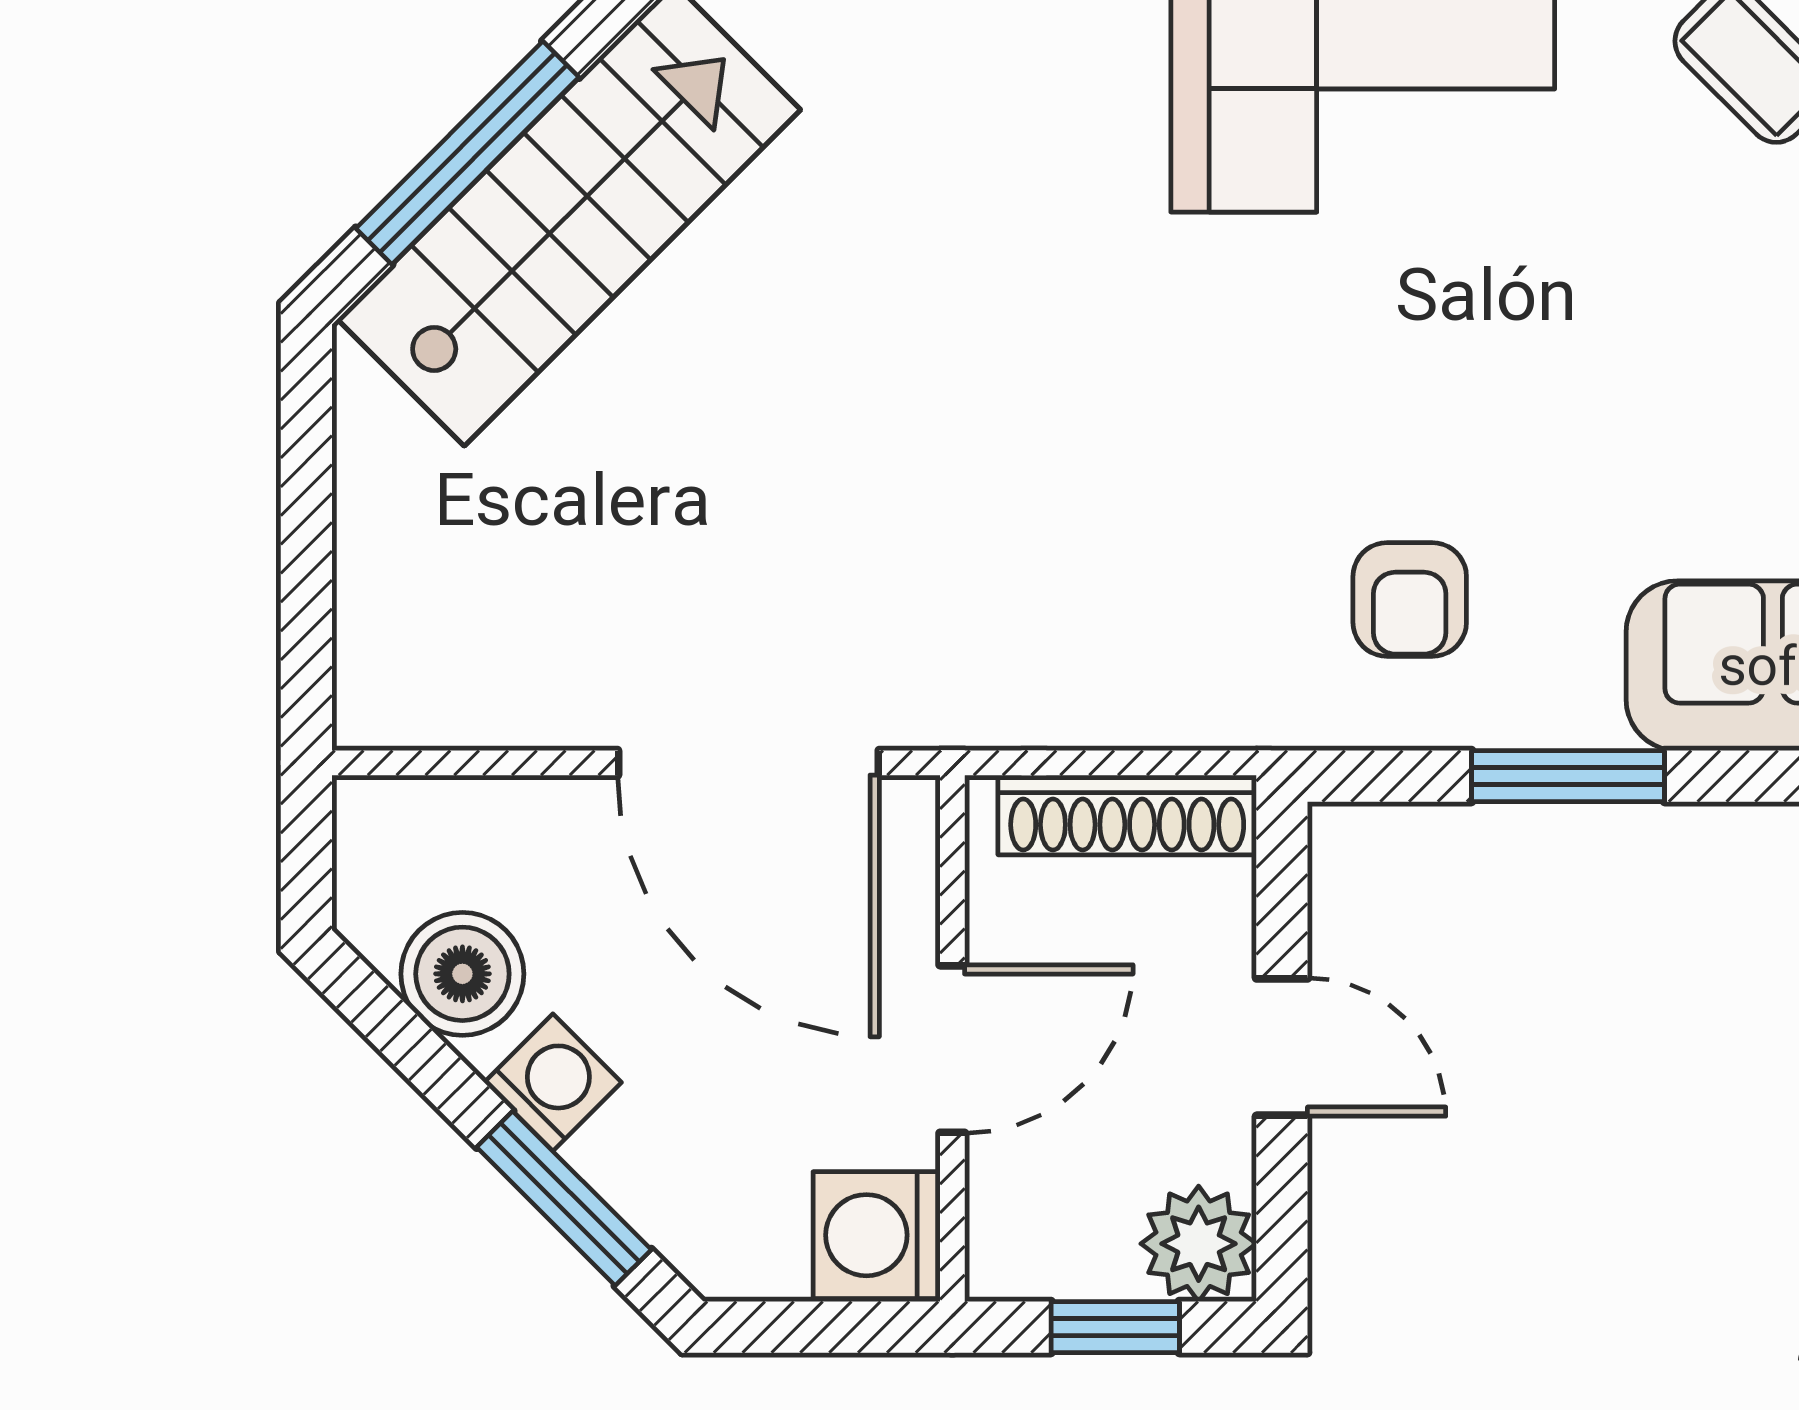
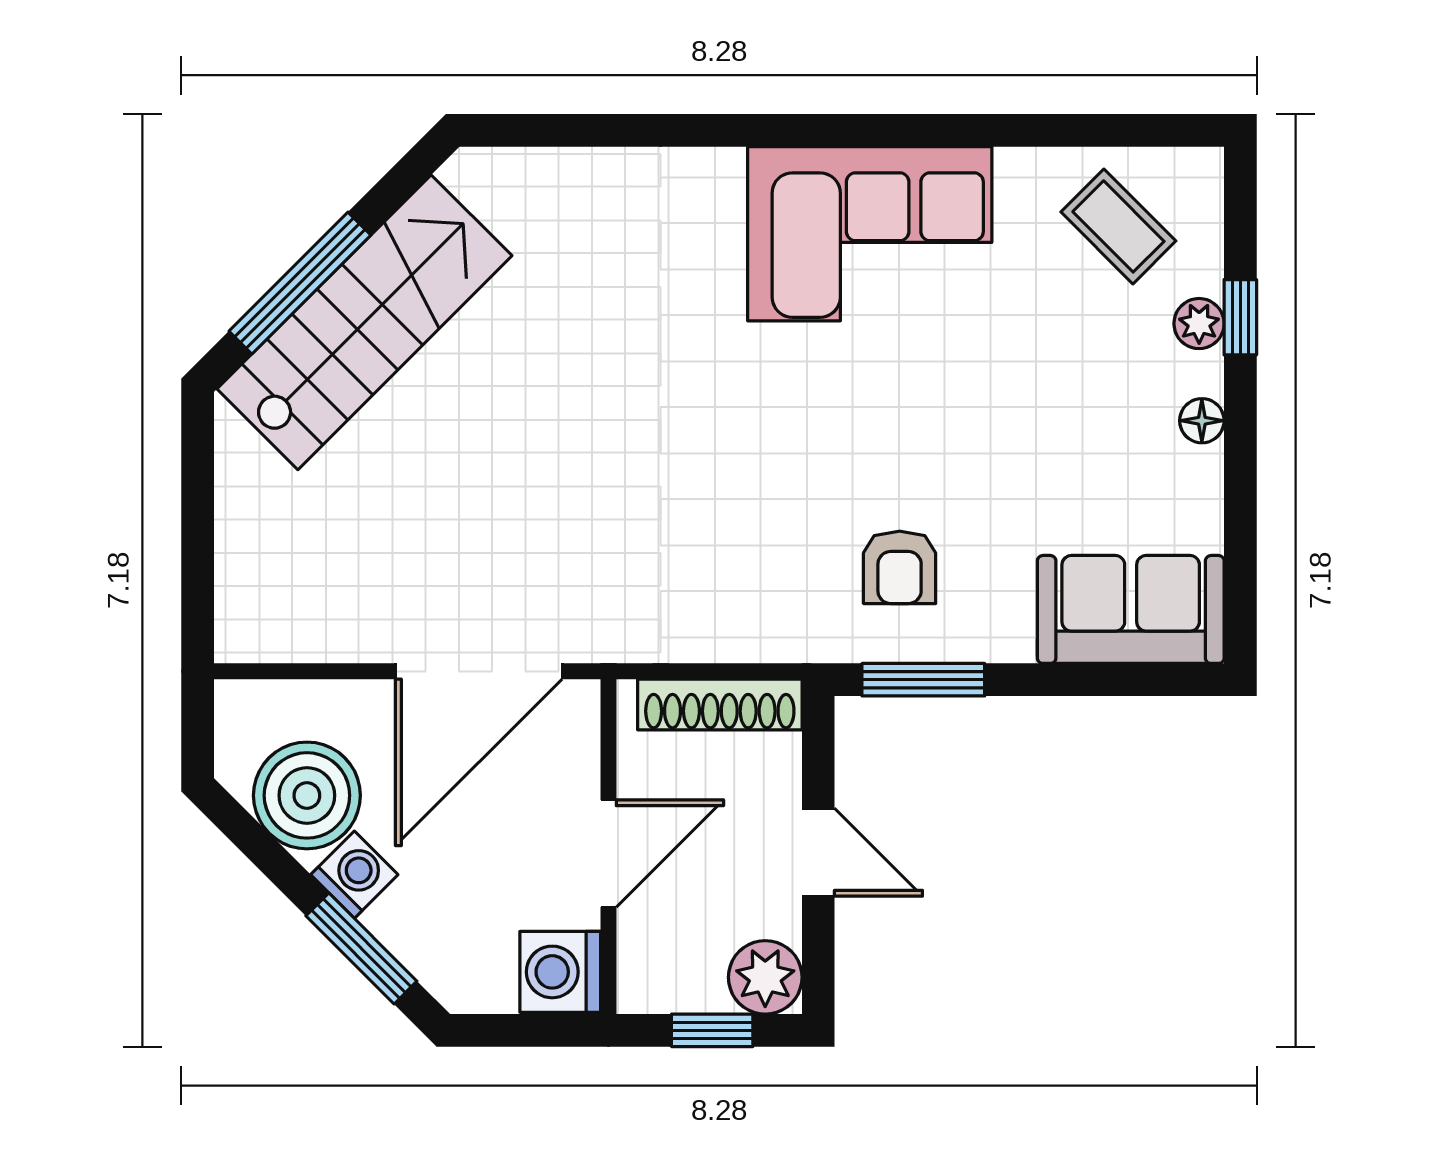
door: (748, 763) -> (479, 671), hinge flipped
window: (1568, 776) -> (923, 680), moved
boiler: (462, 974) -> (307, 795), width x1.37, depth x1.37

